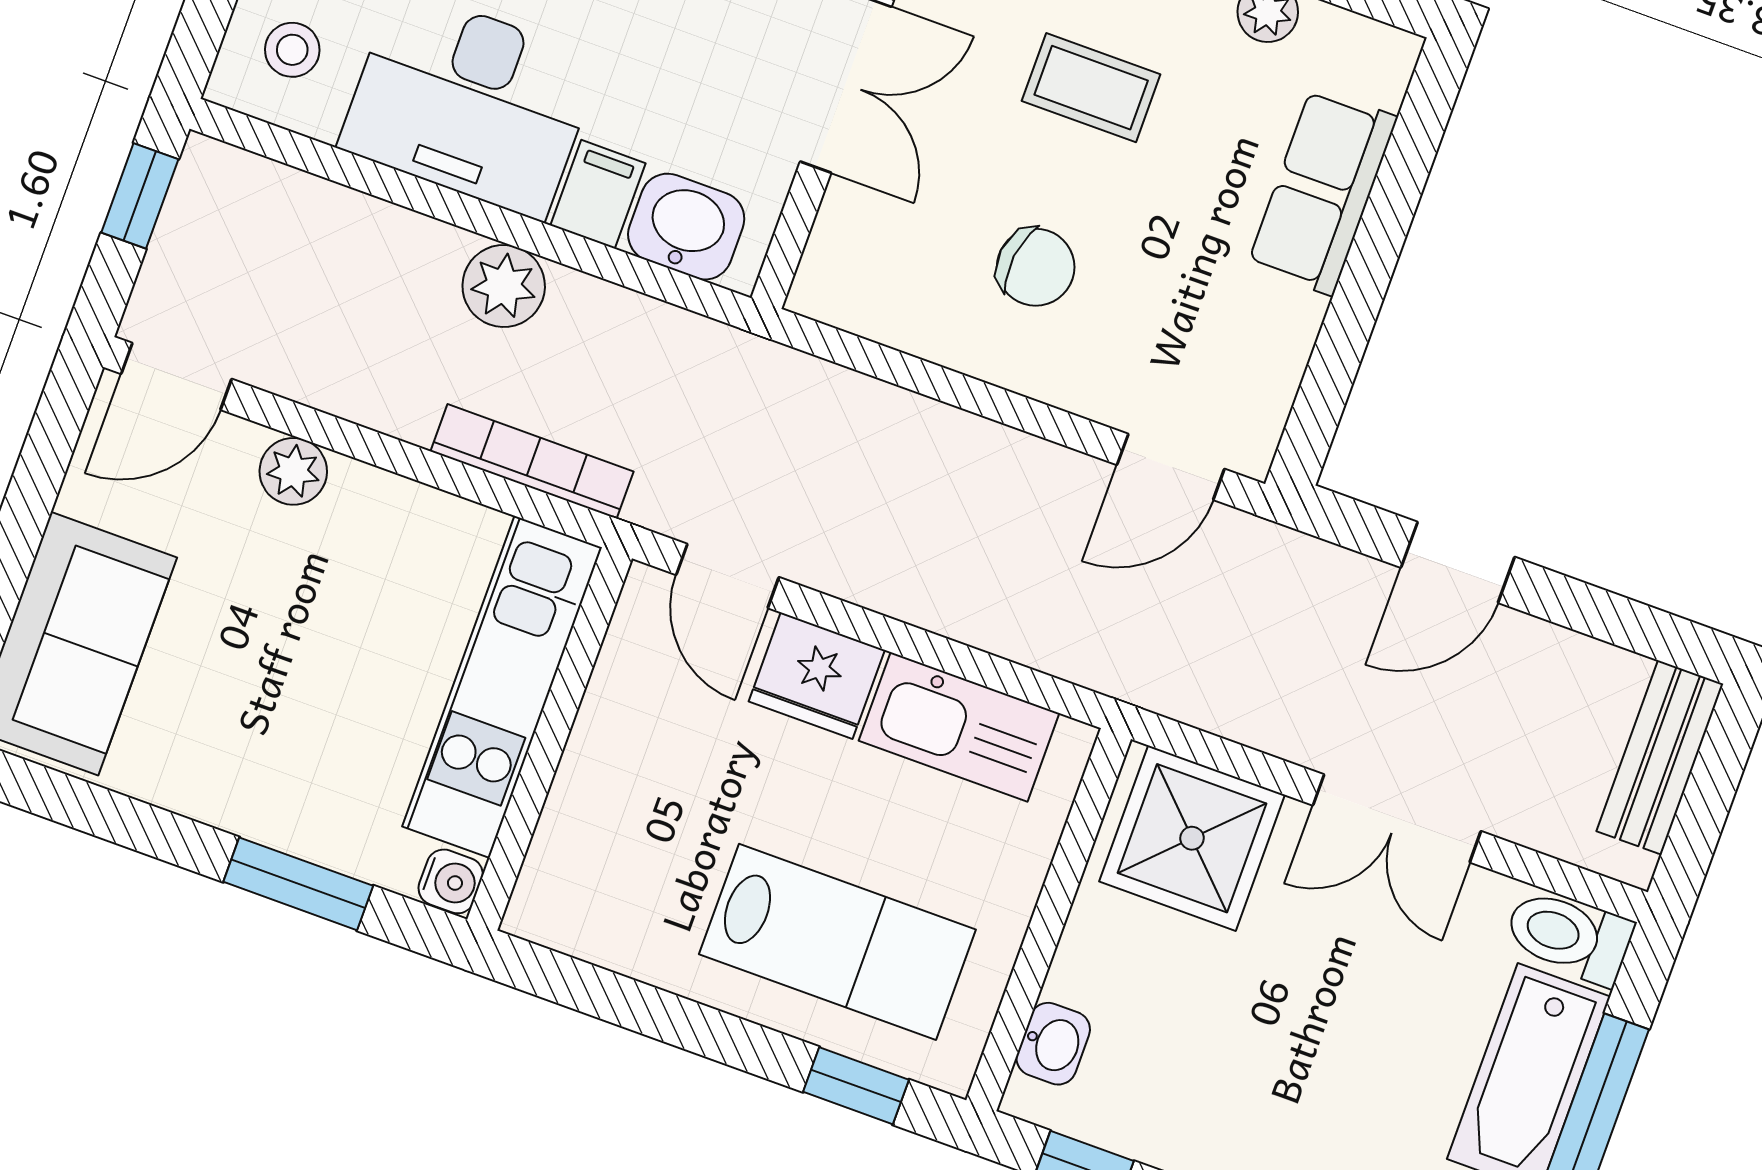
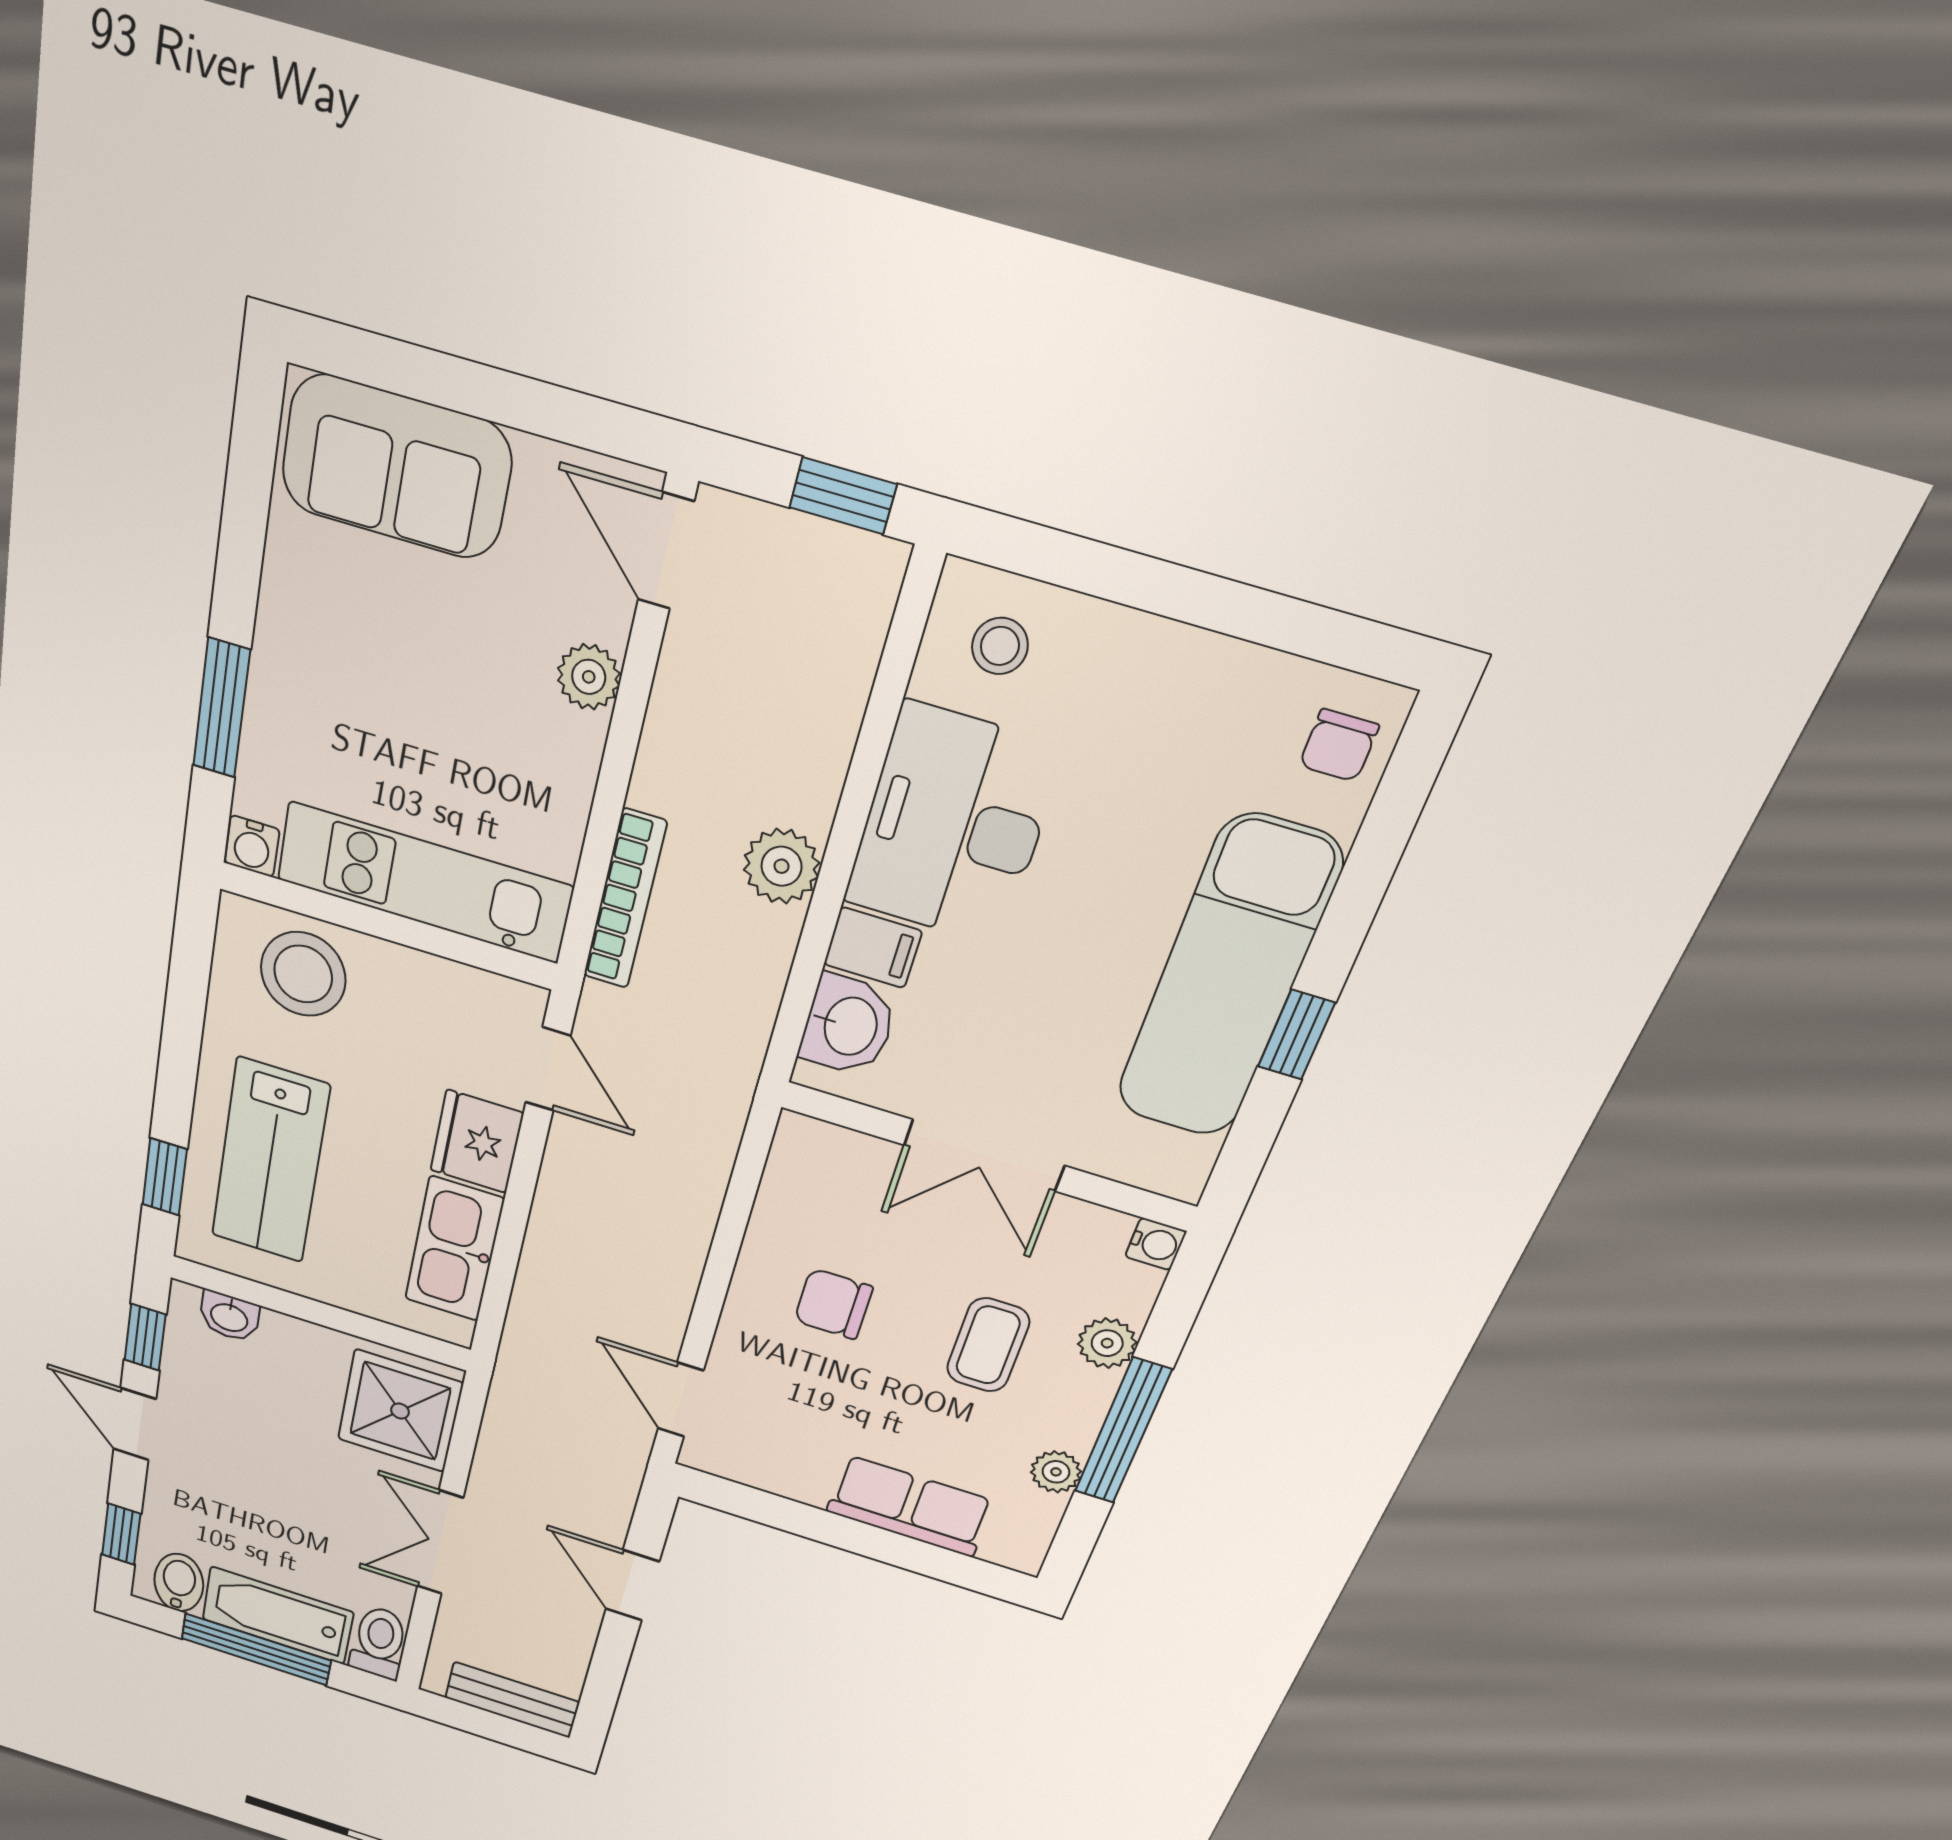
chair: (1036, 267) -> (833, 1304), turned 83
door: (728, 576) -> (548, 1069), swing flipped
stool: (602, 851) -> (303, 974), added

